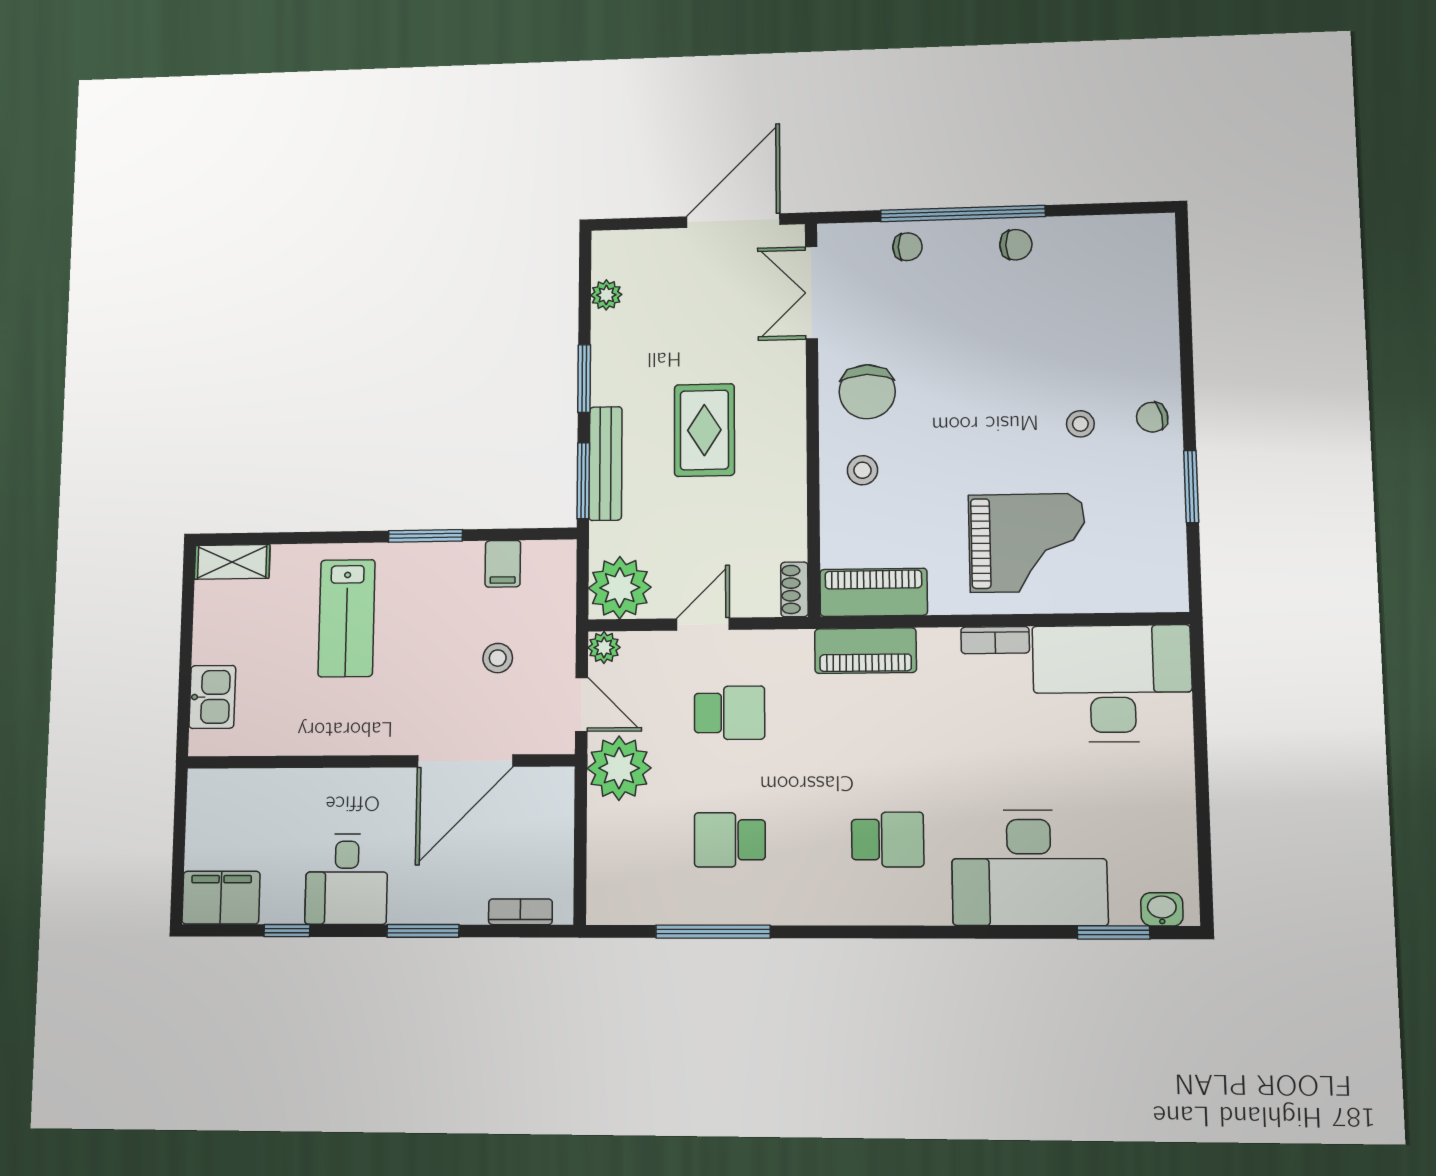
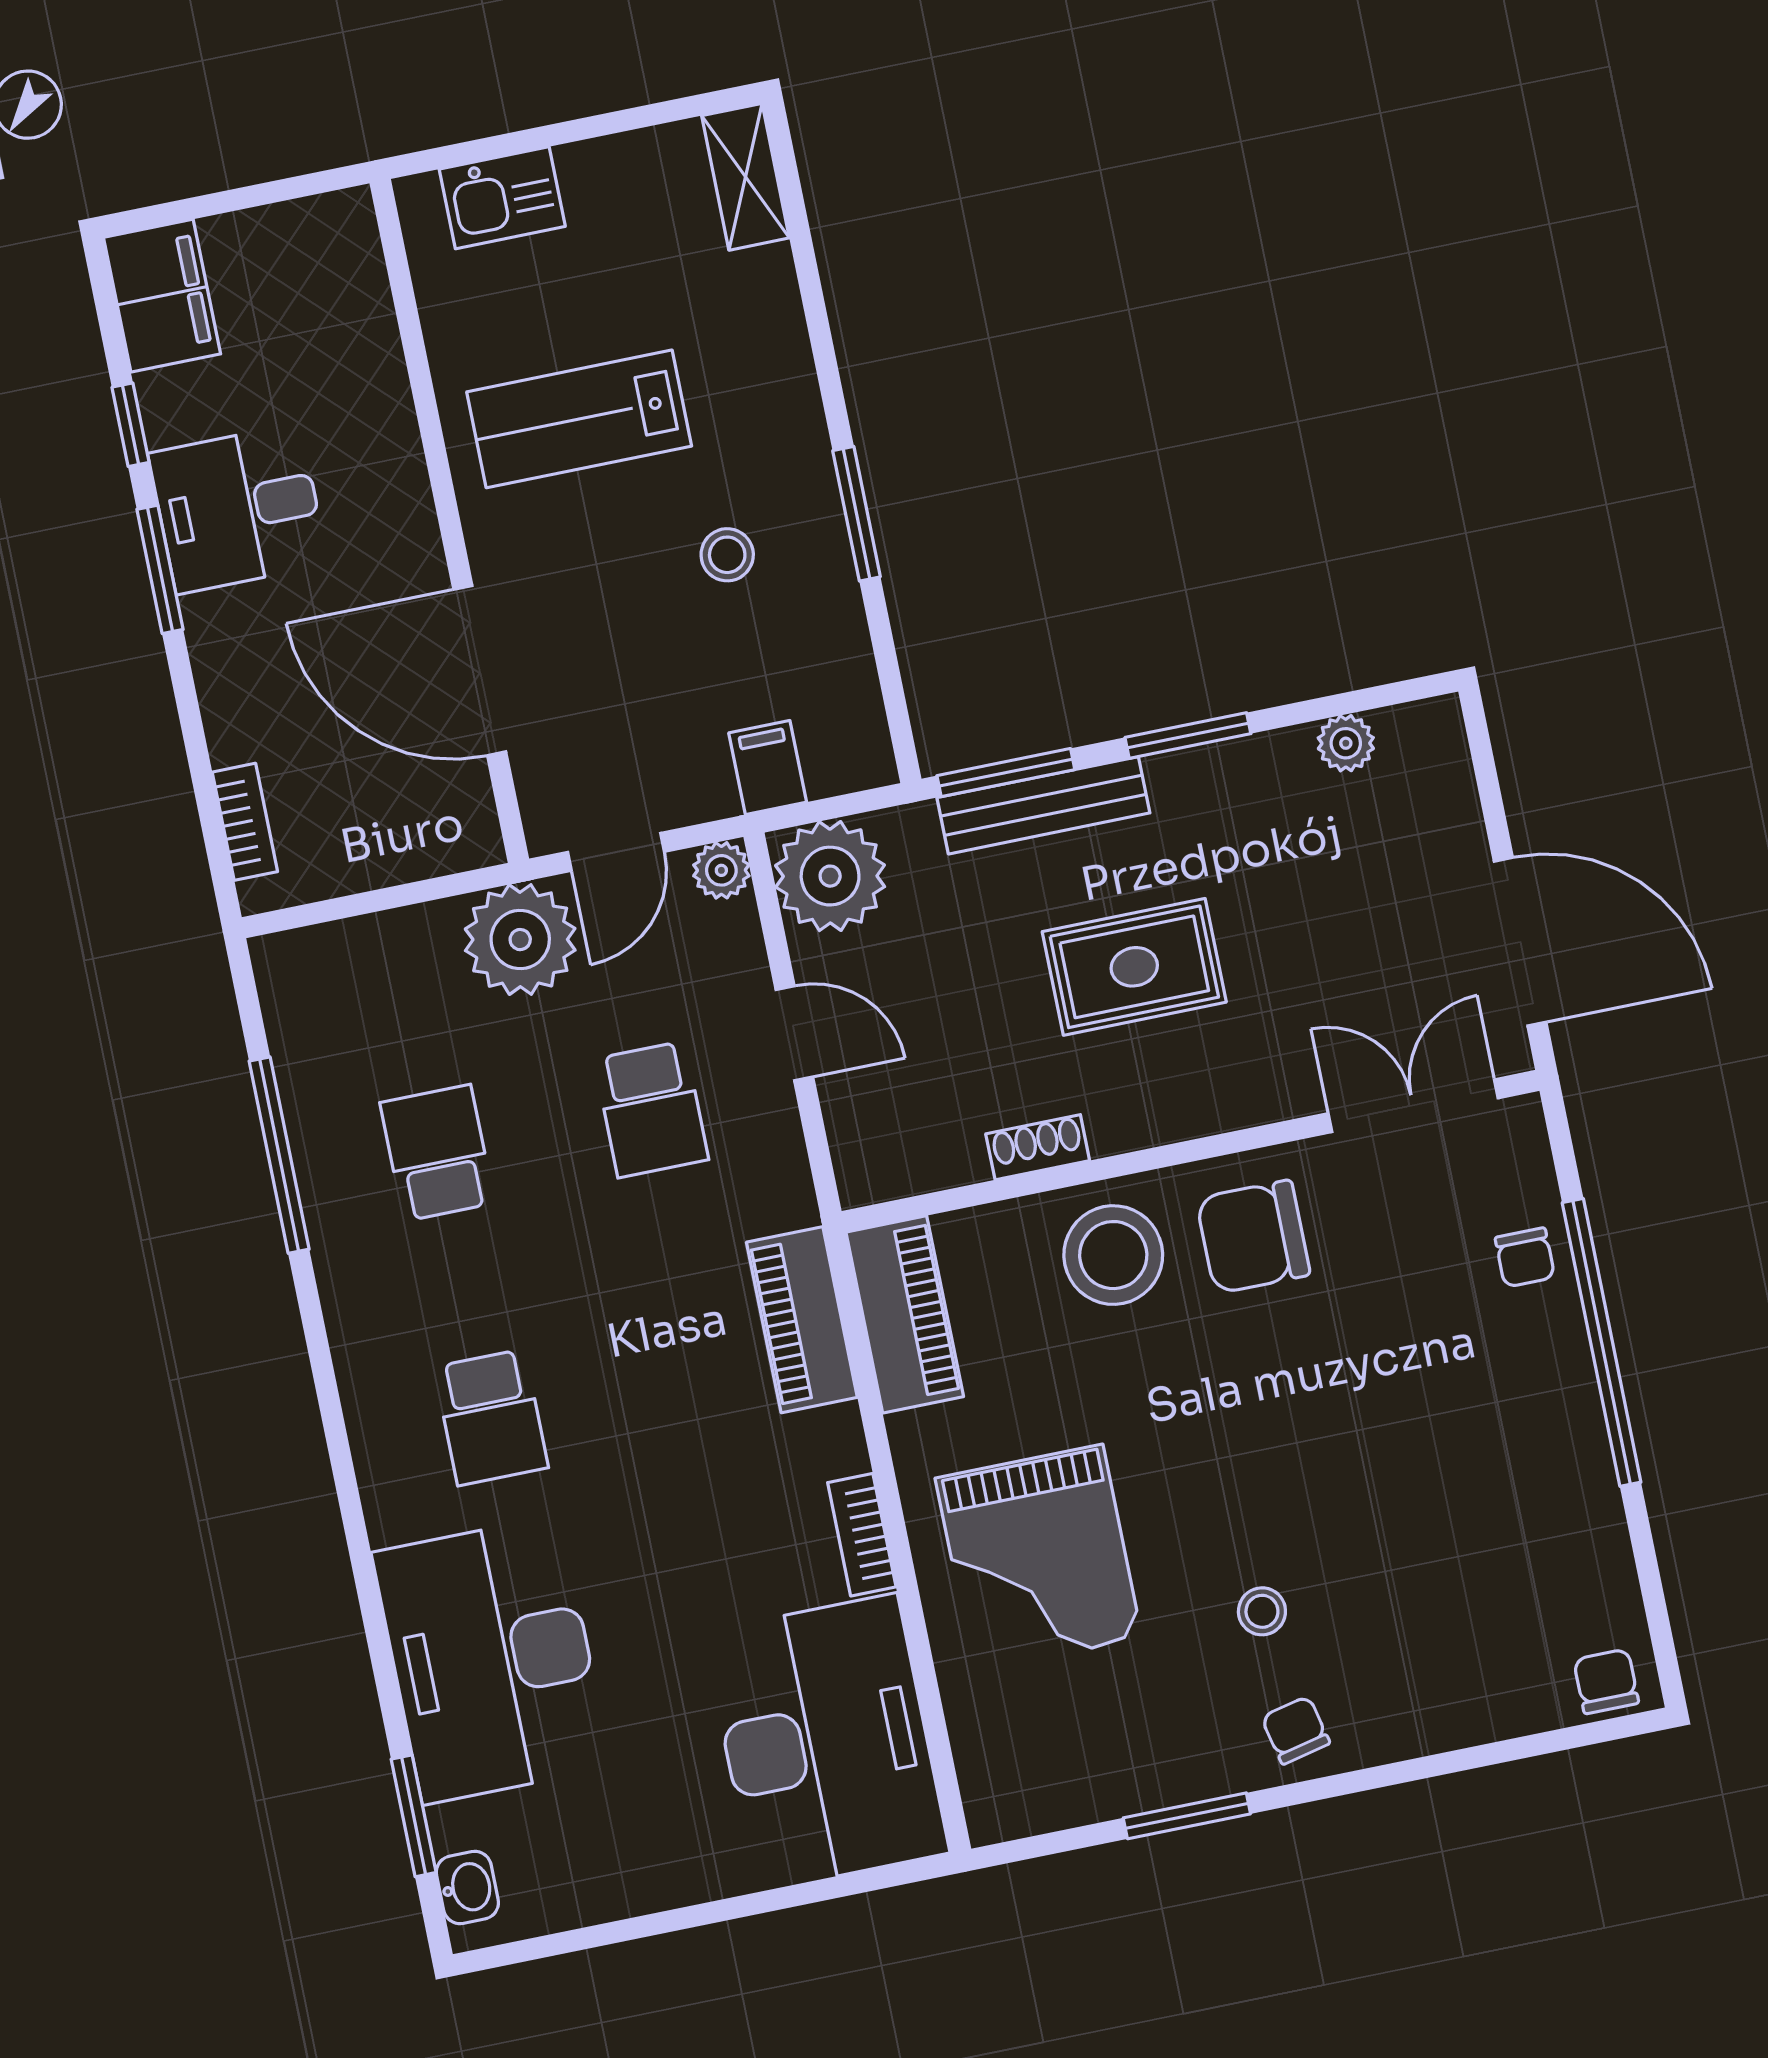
chair: (1016, 245) -> (1606, 1681), moved, turned 180
stool: (862, 470) -> (1113, 1255), width x1.89, depth x1.89
filing cabinet: (503, 564) -> (768, 768), moved, turned 90
shoe rack: (794, 589) -> (1038, 1147), moved
lab bench: (347, 618) -> (579, 419), moved
stool: (498, 658) -> (727, 555), moved
window: (423, 931) -> (160, 569), moved

